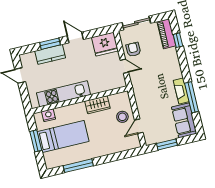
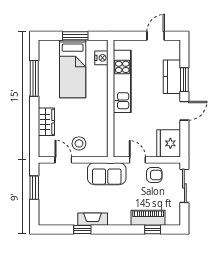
piano: (166, 34) -> (148, 218), moved
door: (124, 66) -> (137, 160), swing flipped
window: (192, 97) -> (82, 229), width x0.46
wardrobe: (97, 105) -> (46, 122), moved, turned 180
sofa: (184, 120) -> (107, 174), moved, turned 180

